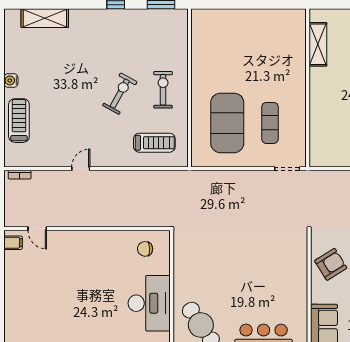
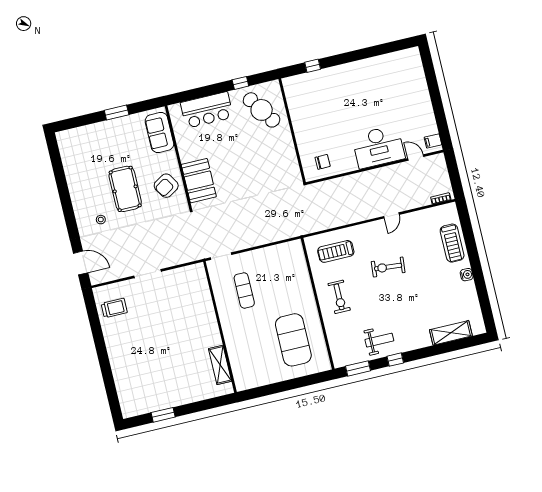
weight bench: (129, 29) -> (379, 340), added
exercise bike: (120, 94) -> (388, 267), moved, turned 66
exercise mat: (227, 123) -> (293, 340), moved
booth: (292, 261) -> (199, 181), added
desk: (149, 303) -> (378, 147), moved, turned -90

